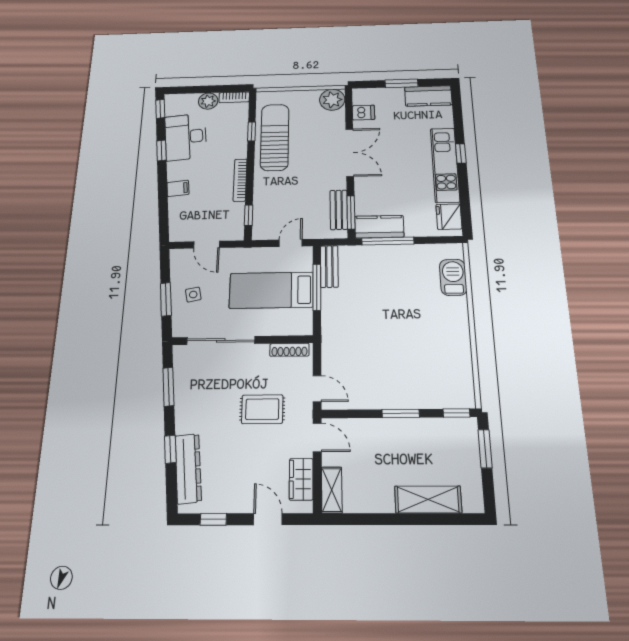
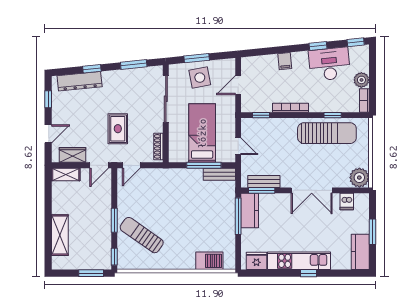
side table: (193, 295) -> (200, 78), width x1.87, depth x1.87
sun lounger: (421, 372) -> (142, 235), added

